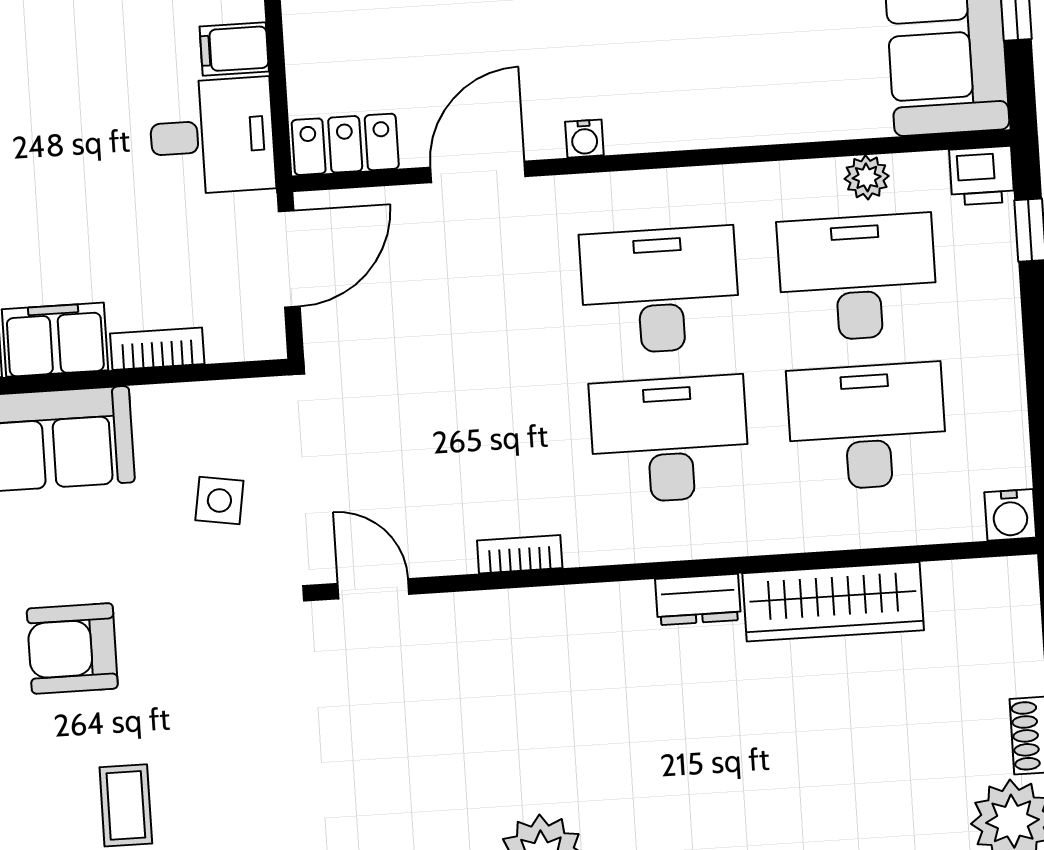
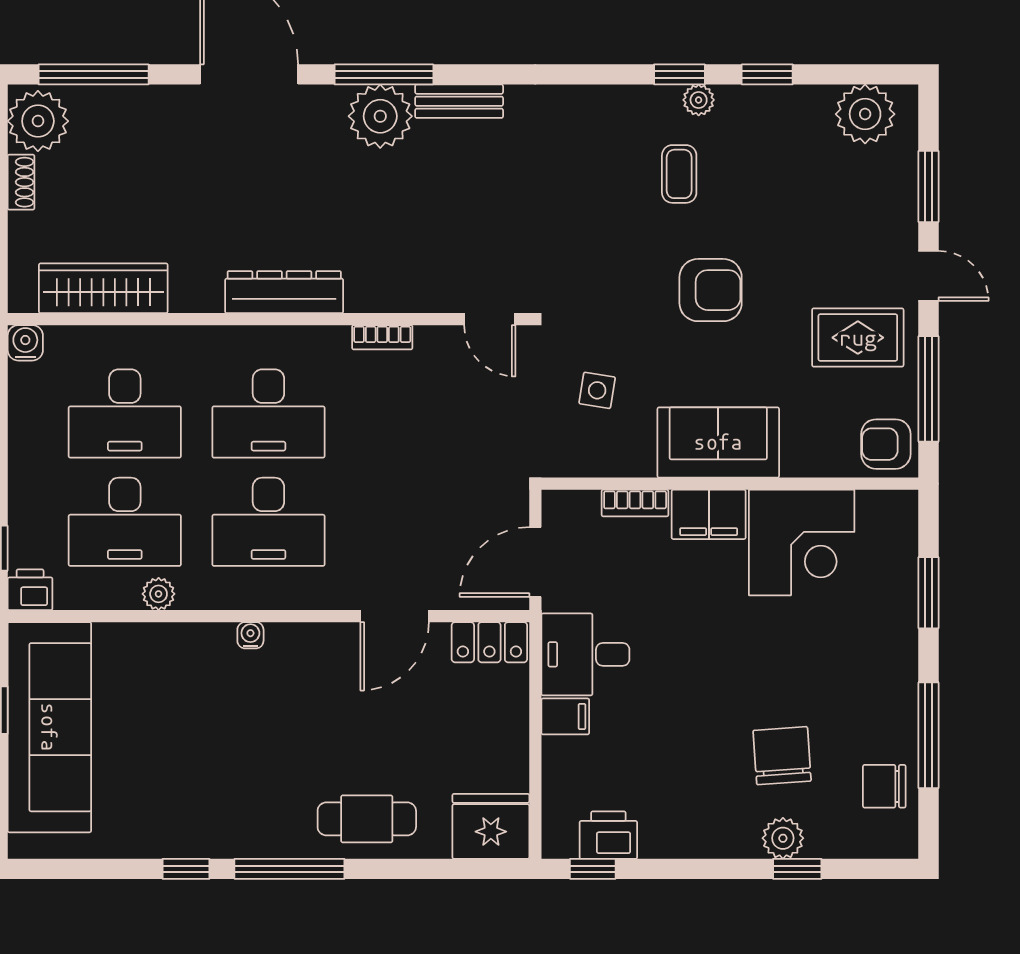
water cooler: (584, 139) -> (250, 635), moved
plant: (867, 177) -> (159, 594), moved
dresser: (698, 599) -> (284, 292), width x1.96, depth x1.24
wardrobe: (833, 602) -> (103, 288), moved

